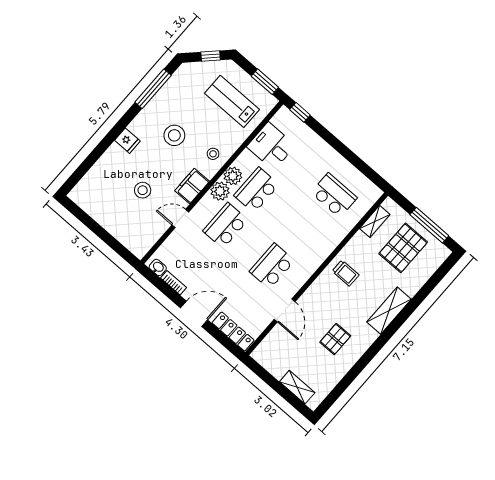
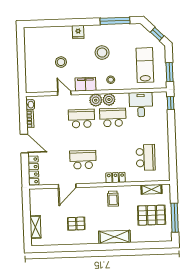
locker: (325, 249) -> (116, 178), added

